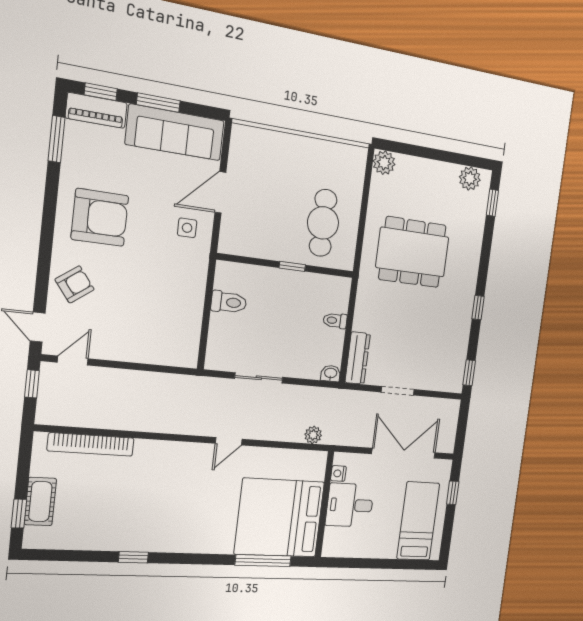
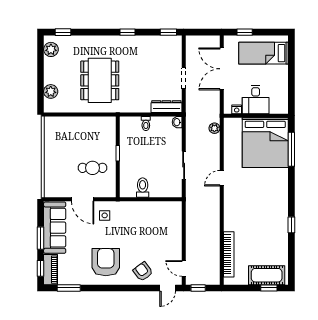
plant: (384, 163) -> (51, 91), moved
cafe table: (323, 223) -> (93, 168), moved, width x0.73, depth x0.74
door: (229, 441) -> (222, 178), swing flipped
cot: (40, 502) -> (267, 275), width x1.37, depth x1.34

